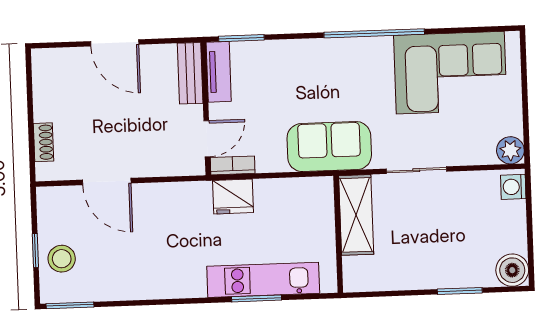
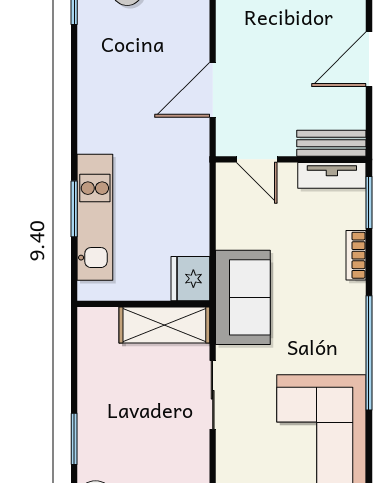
bookcase: (233, 165) -> (356, 255), moved, turned 180
door: (107, 182) -> (213, 90), moved
fridge: (233, 197) -> (190, 279), moved

